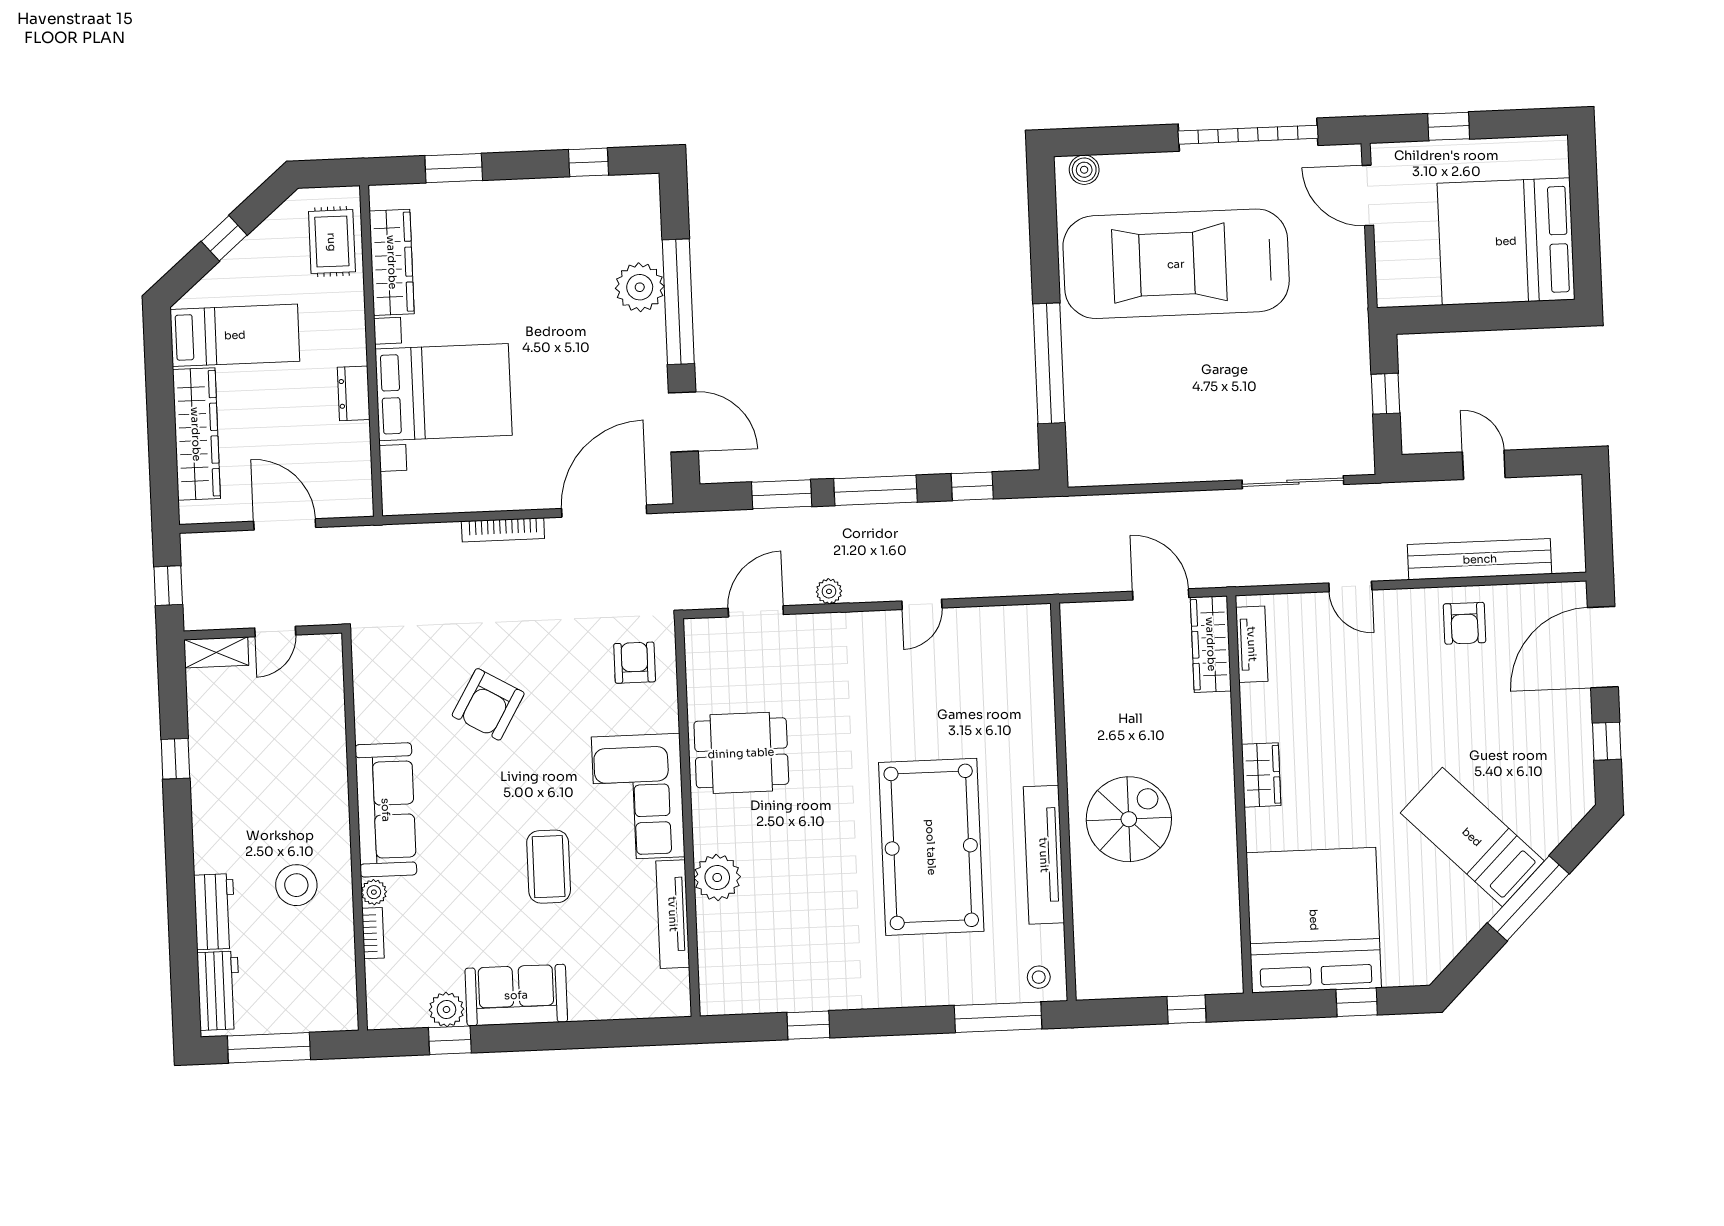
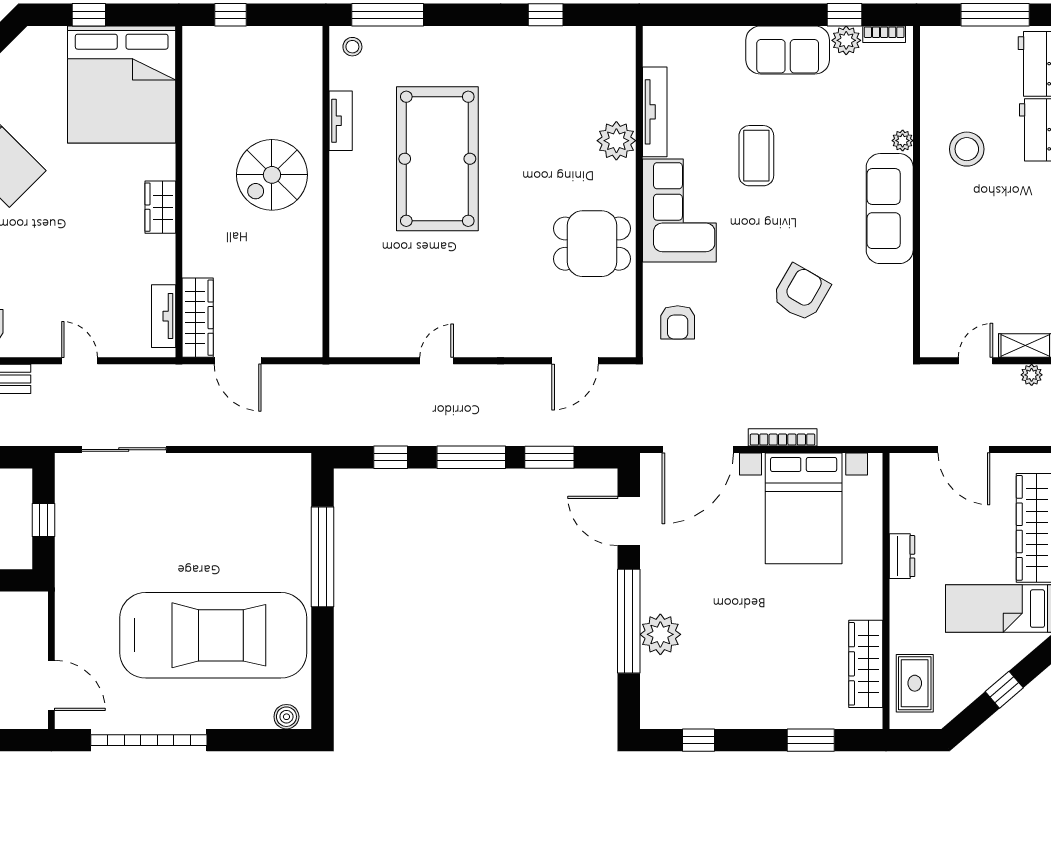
bed with nightstands: (444, 392) -> (804, 508), moved, turned -90
plant: (829, 591) -> (1032, 375), moved
tv unit: (1044, 855) -> (341, 121), width x0.52, depth x0.78
bookcase: (373, 933) -> (884, 34), moved, turned -90

